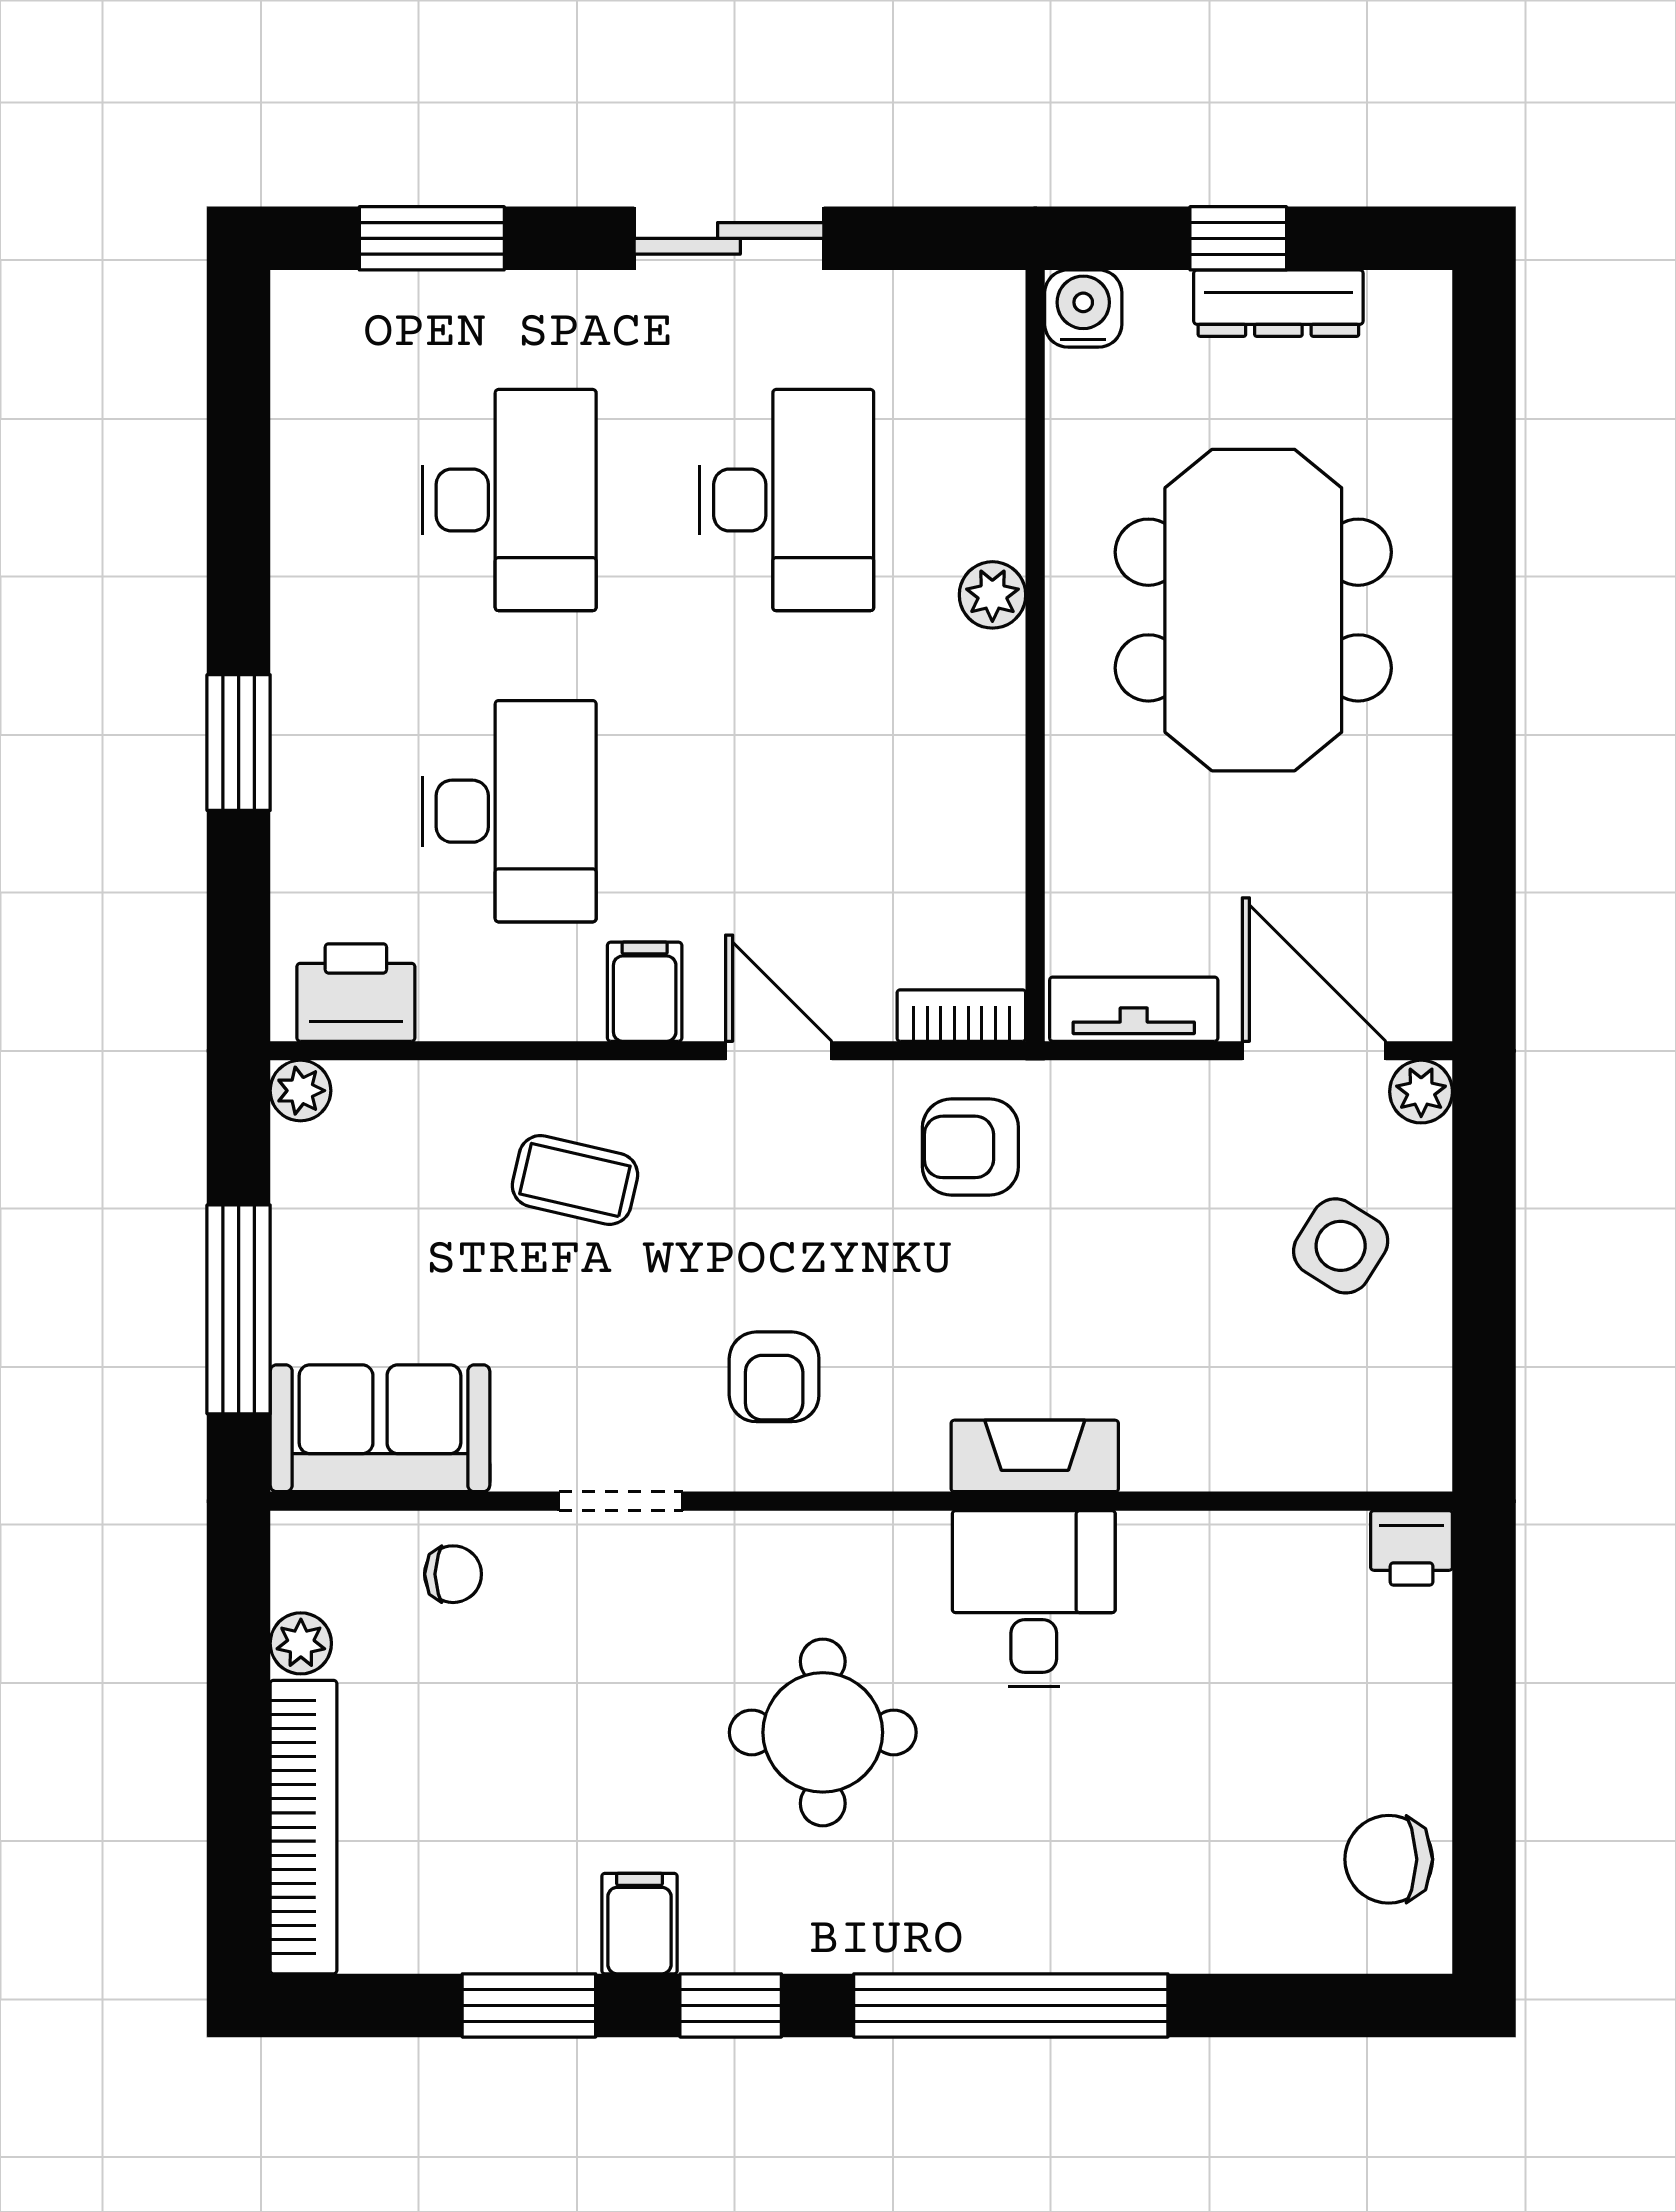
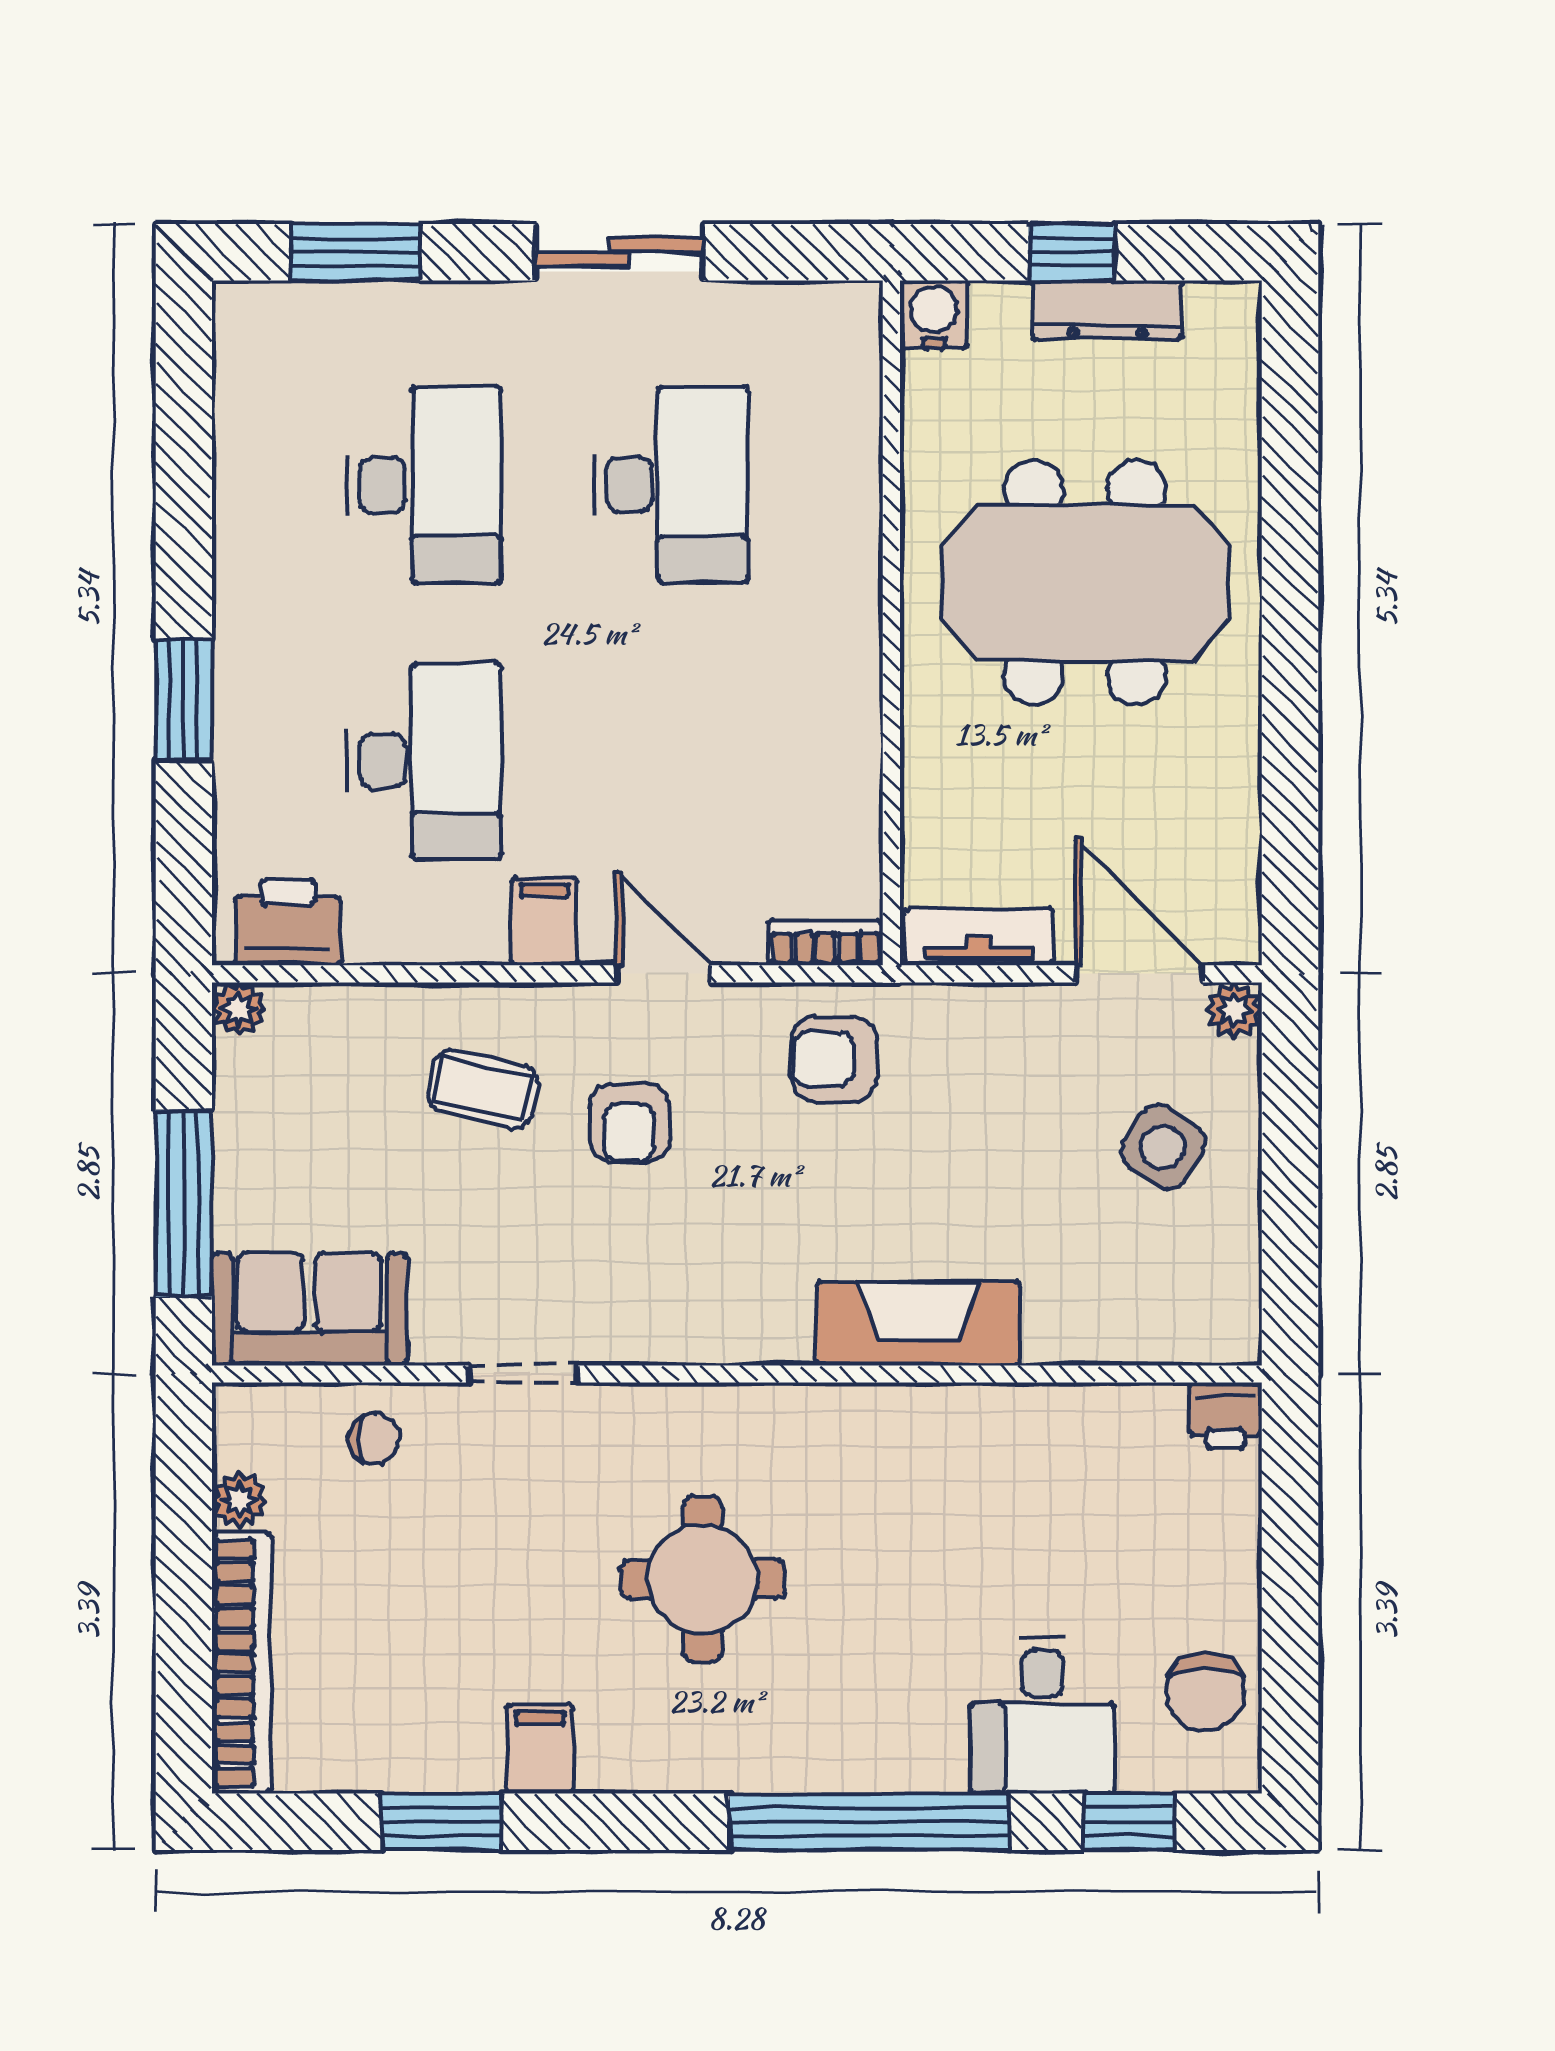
plant: (992, 595) -> (853, 569), removed
meeting table: (1253, 610) -> (1085, 582), turned 90
armchair: (774, 1377) -> (629, 1123), moved
fireplace: (1035, 1456) -> (918, 1324), width x1.37, depth x1.32
desk: (1034, 1599) -> (1042, 1716), moved, turned 180
chair: (1389, 1859) -> (1205, 1692), turned -90
window: (731, 2005) -> (1129, 1822), moved

